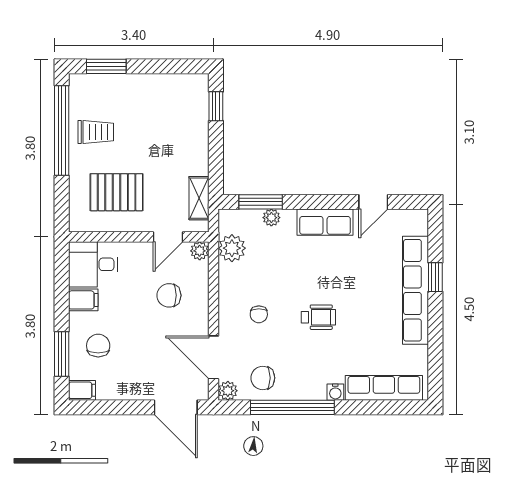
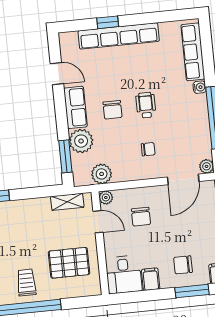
pallet: (117, 192) -> (69, 263), turned 90
plant: (271, 218) -> (81, 141), width x1.88, depth x1.88
chair: (263, 378) -> (112, 110), moved

